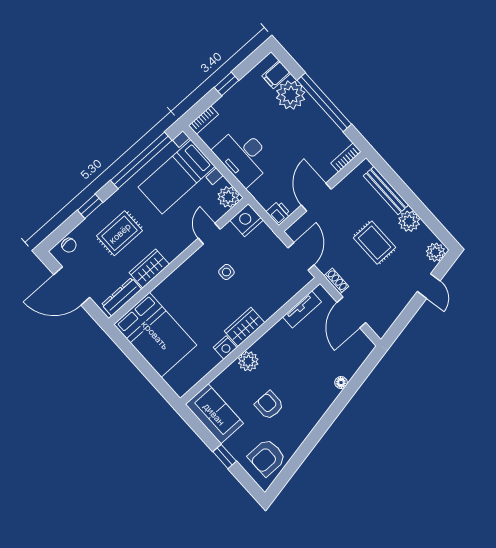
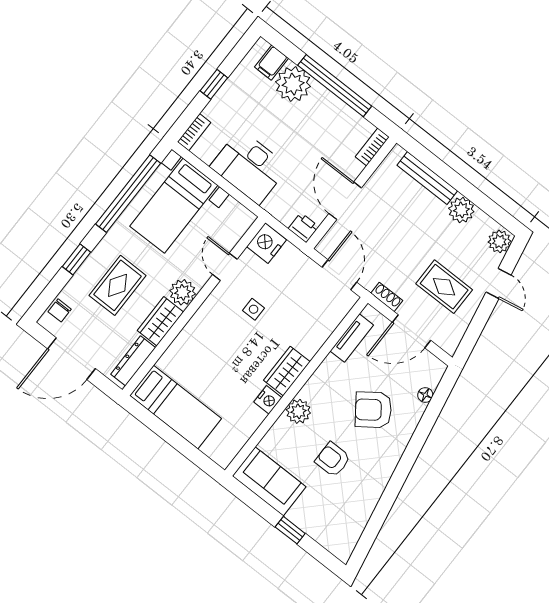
plant: (228, 197) -> (183, 292), moved
rug: (374, 243) -> (444, 287), moved
chair: (69, 245) -> (60, 310), turned 90
door: (351, 312) -> (412, 331), hinge flipped
bed: (155, 335) -> (176, 407), width x0.67
floor lamp: (341, 383) -> (425, 395), moved
armchair: (267, 457) -> (373, 410), moved, turned 54

